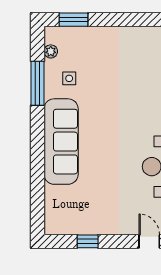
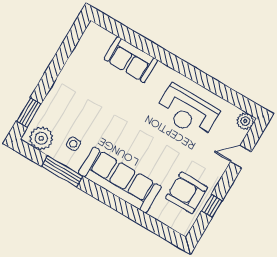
plant: (51, 51) -> (41, 138), width x1.88, depth x1.88
armchair: (86, 211) -> (187, 193), added

